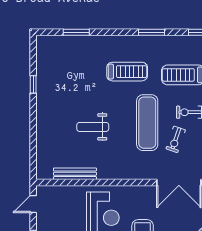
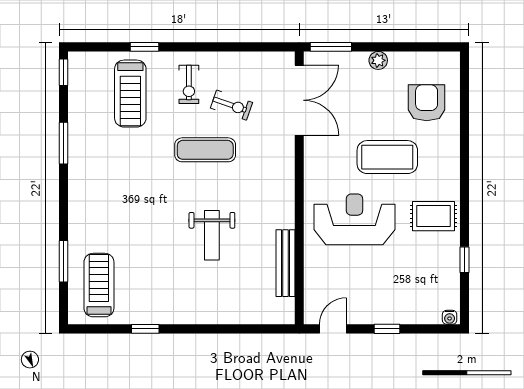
treadmill: (127, 72) -> (99, 285), moved
exercise mat: (147, 123) -> (205, 150), width x0.73, depth x0.69
door: (33, 204) -> (333, 329), swing flipped

